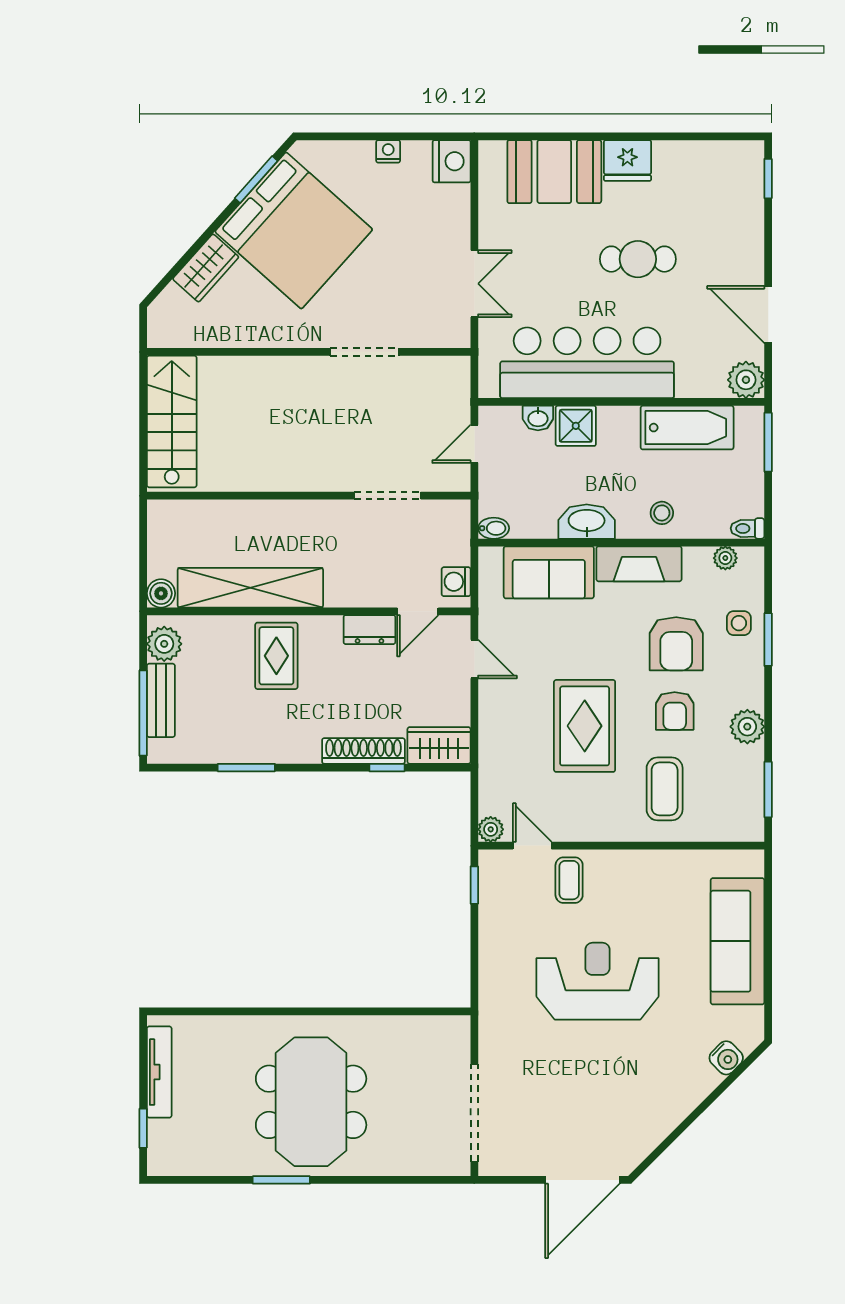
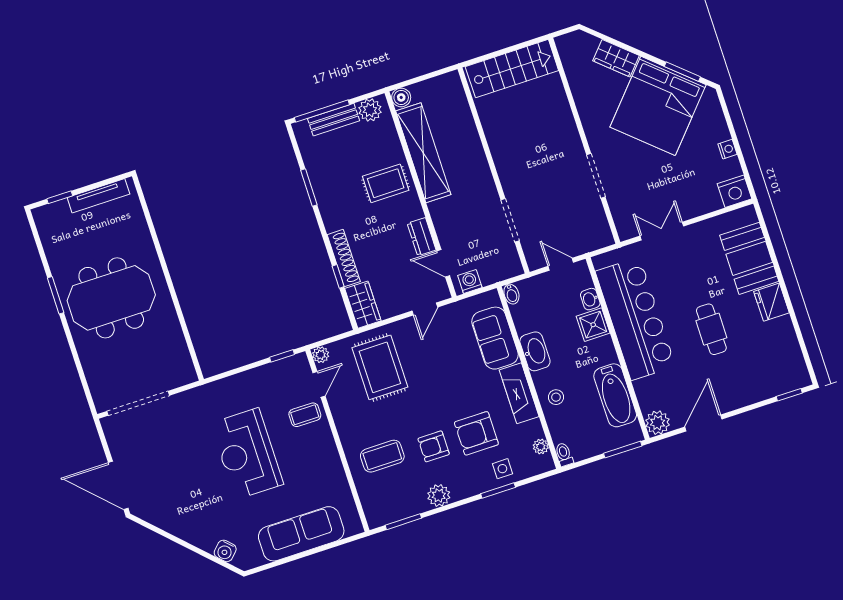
double door: (474, 284) -> (662, 231), swing flipped
rug: (585, 726) -> (380, 367), moved, turned 90
reception desk: (597, 981) -> (247, 454), turned 180

